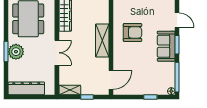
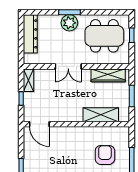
armchair: (133, 32) -> (105, 155), moved, turned 180
shelving: (102, 41) -> (101, 115), moved

